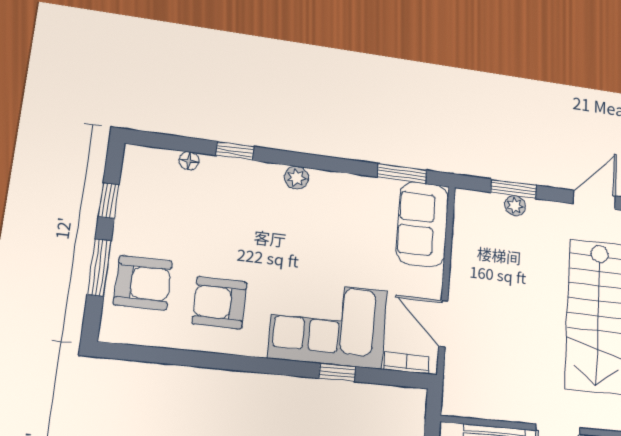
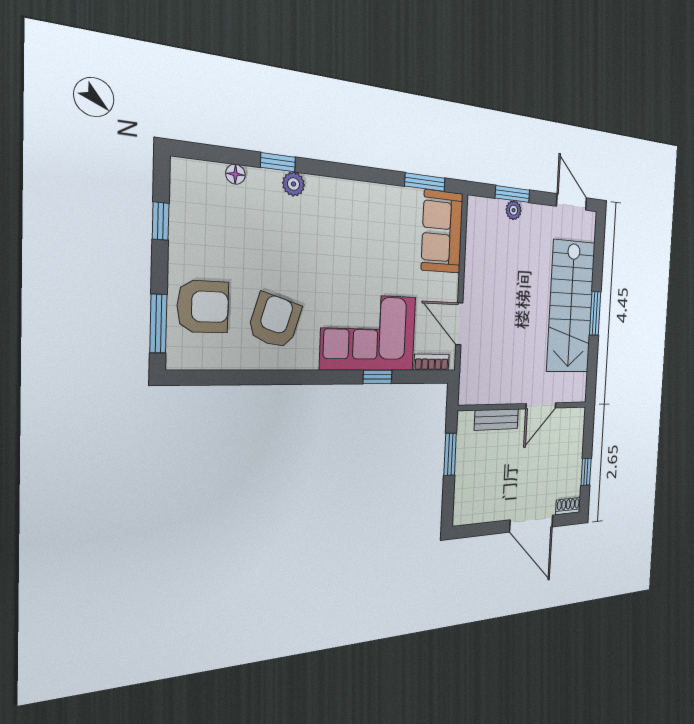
plant: (296, 178) -> (294, 184), moved
door: (594, 200) -> (572, 202), hinge flipped
window: (99, 267) -> (158, 324), moved
armchair: (219, 303) -> (275, 321), turned 107

